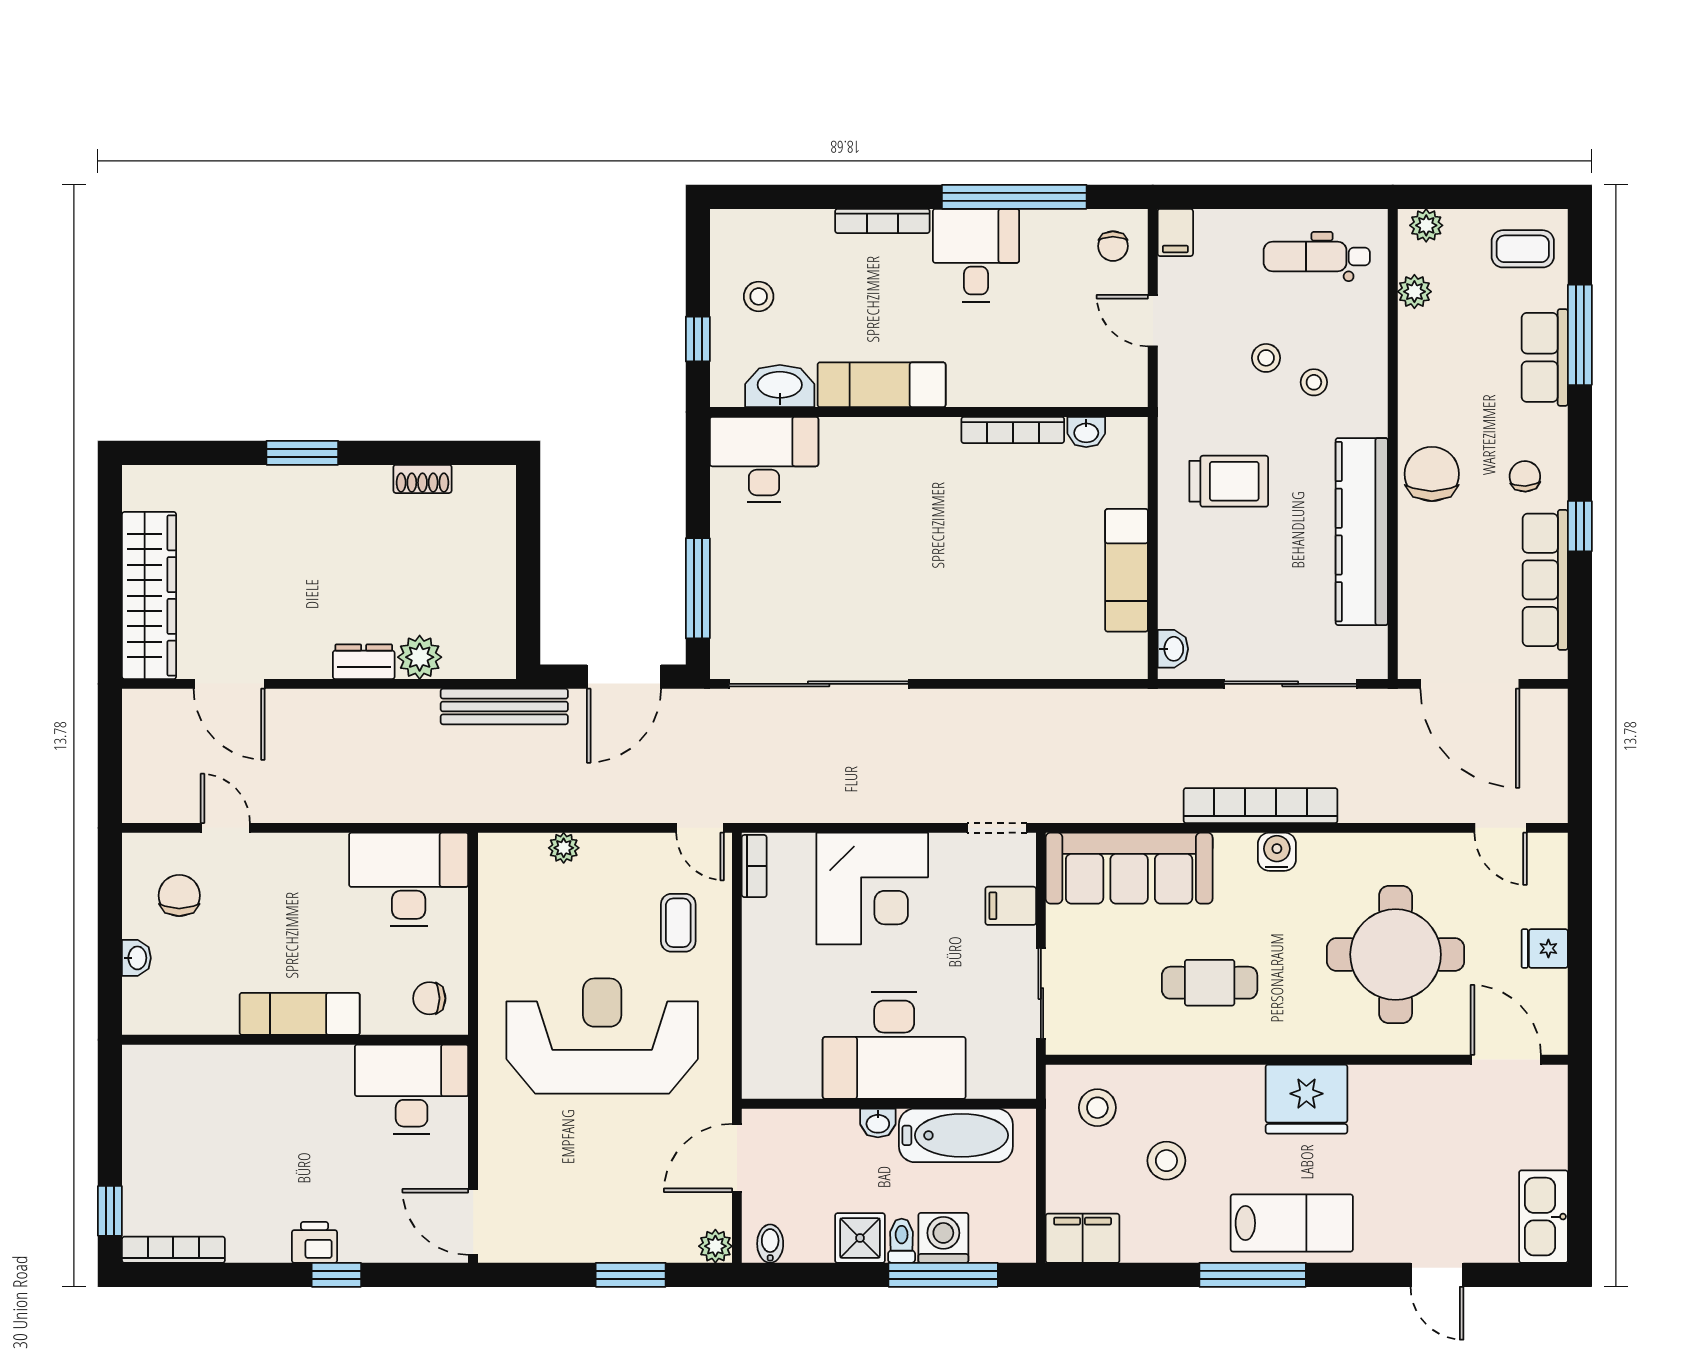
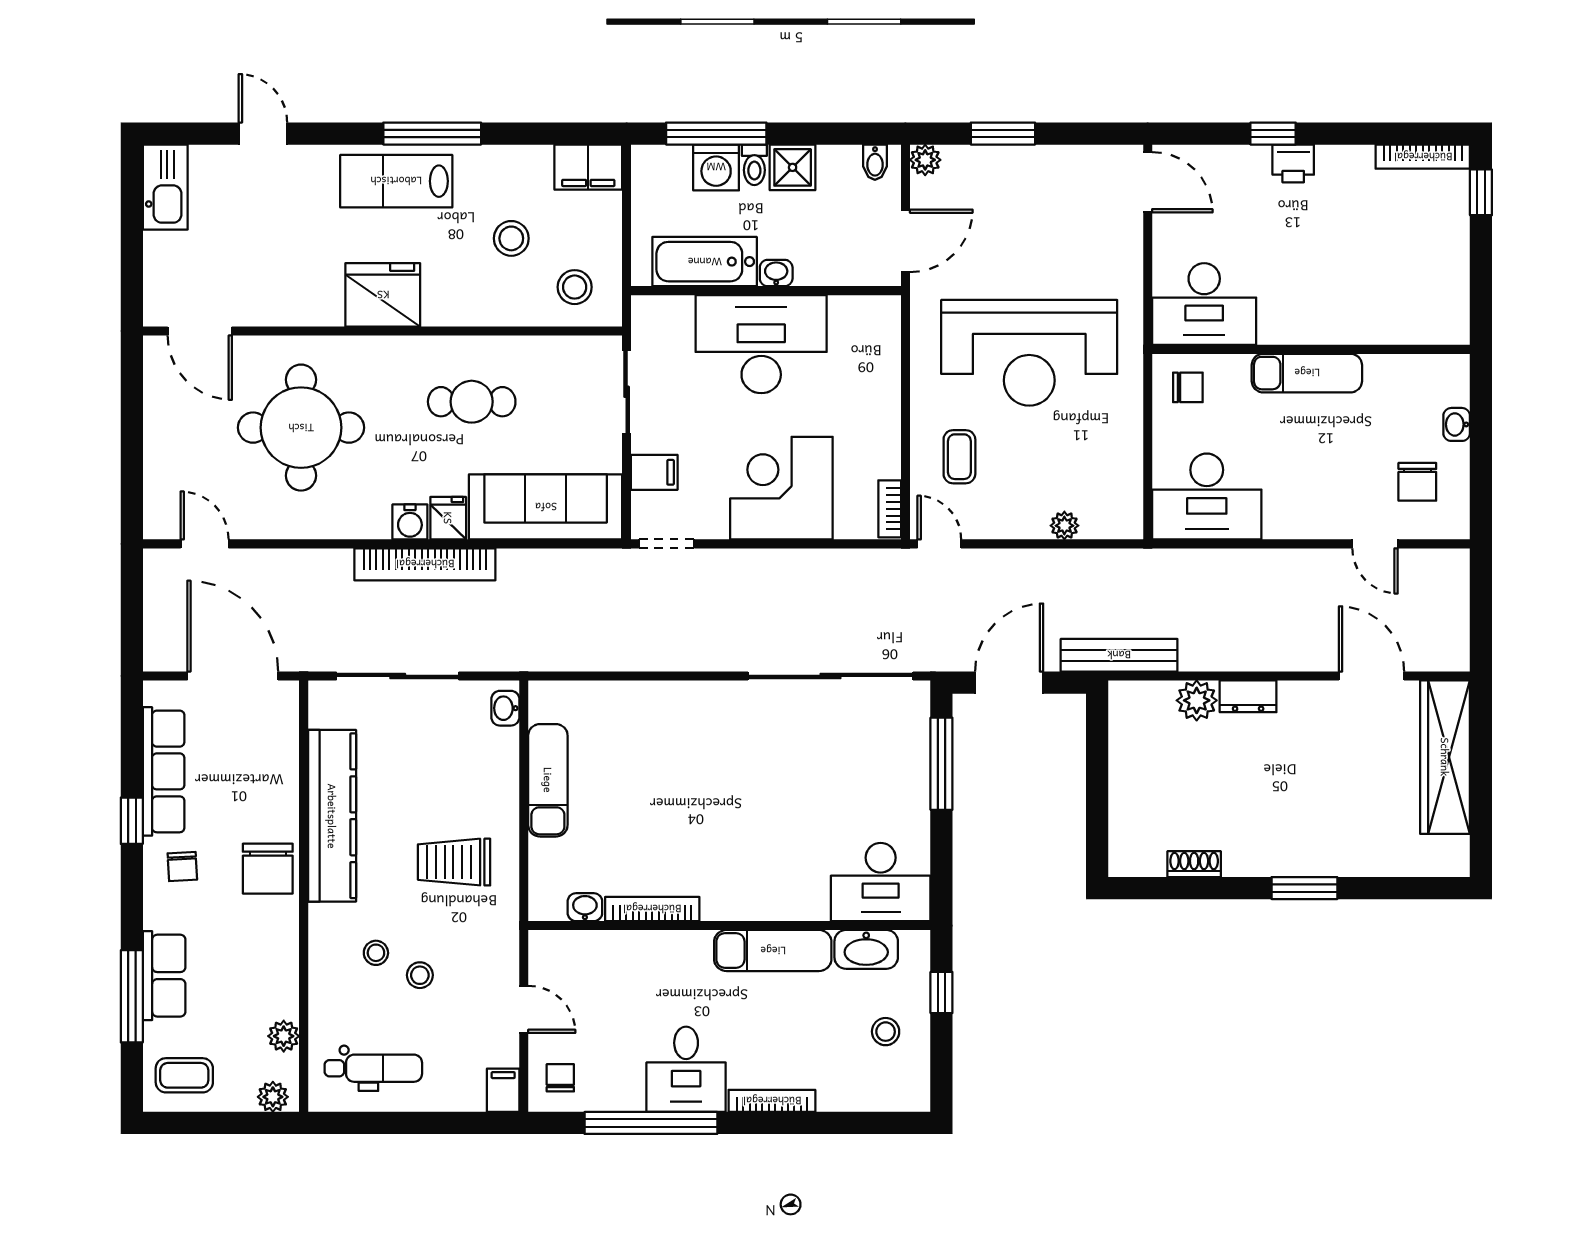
fridge: (1545, 948) -> (448, 518), moved, turned -90

